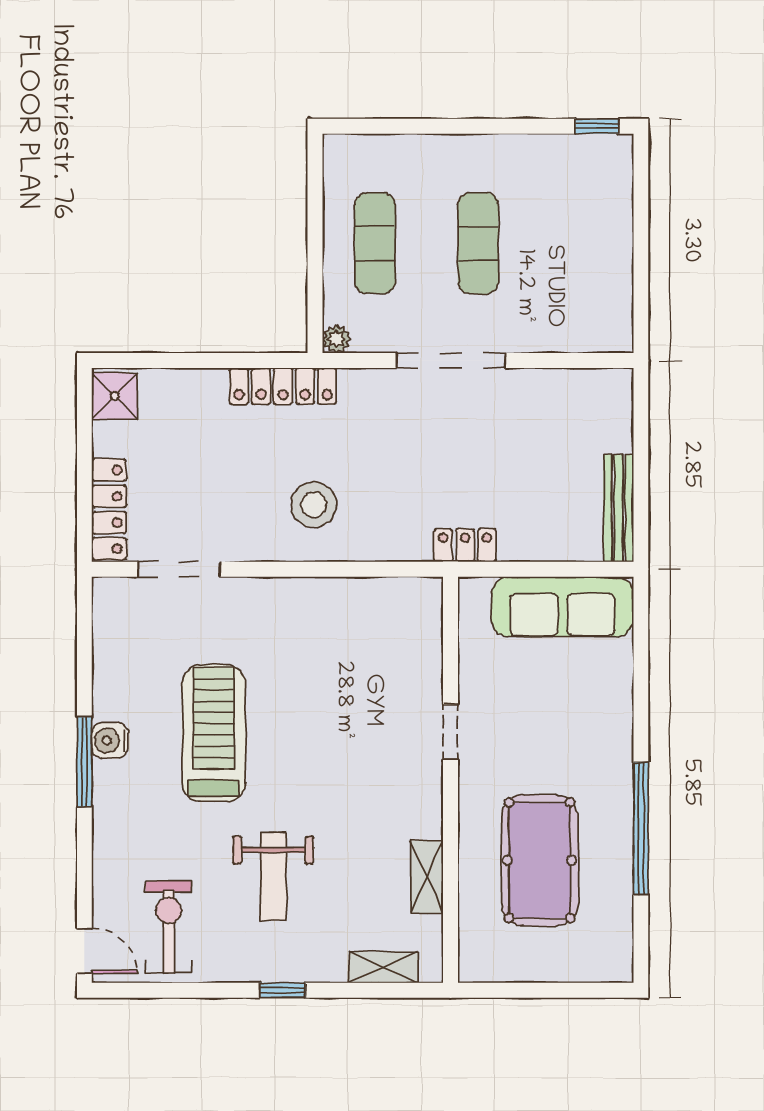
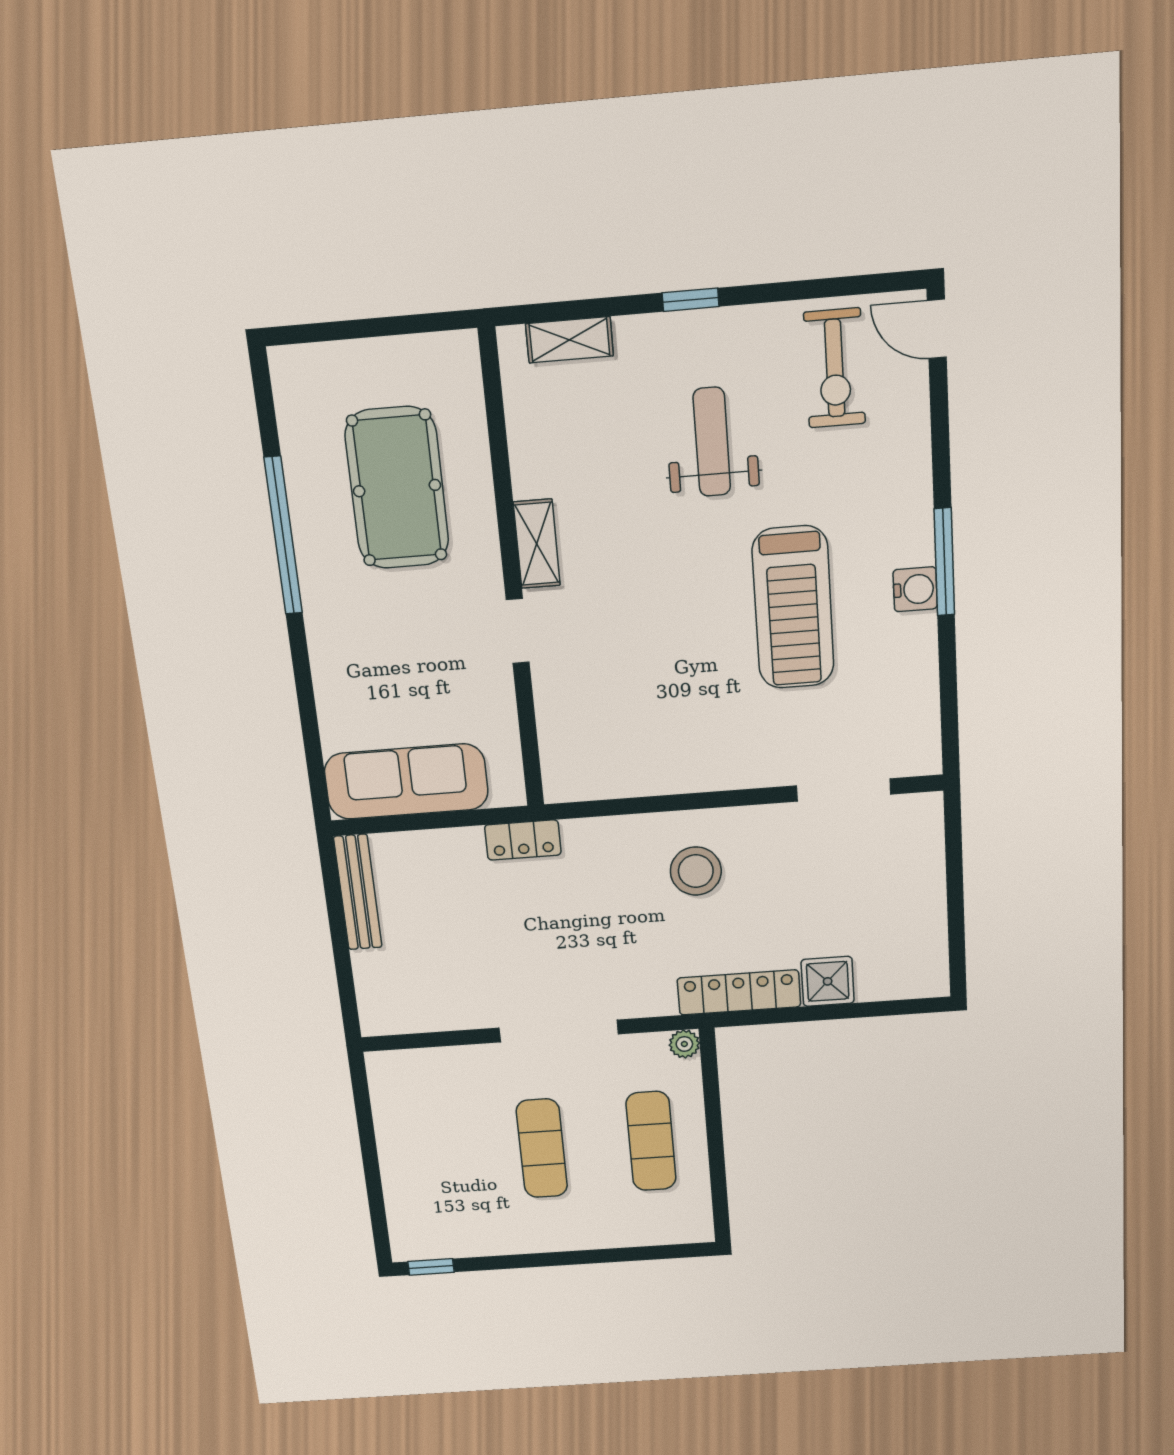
shower: (115, 396) -> (828, 981), moved
locker: (109, 509) -> (926, 849), removed
shelving: (427, 877) -> (537, 544), moved

